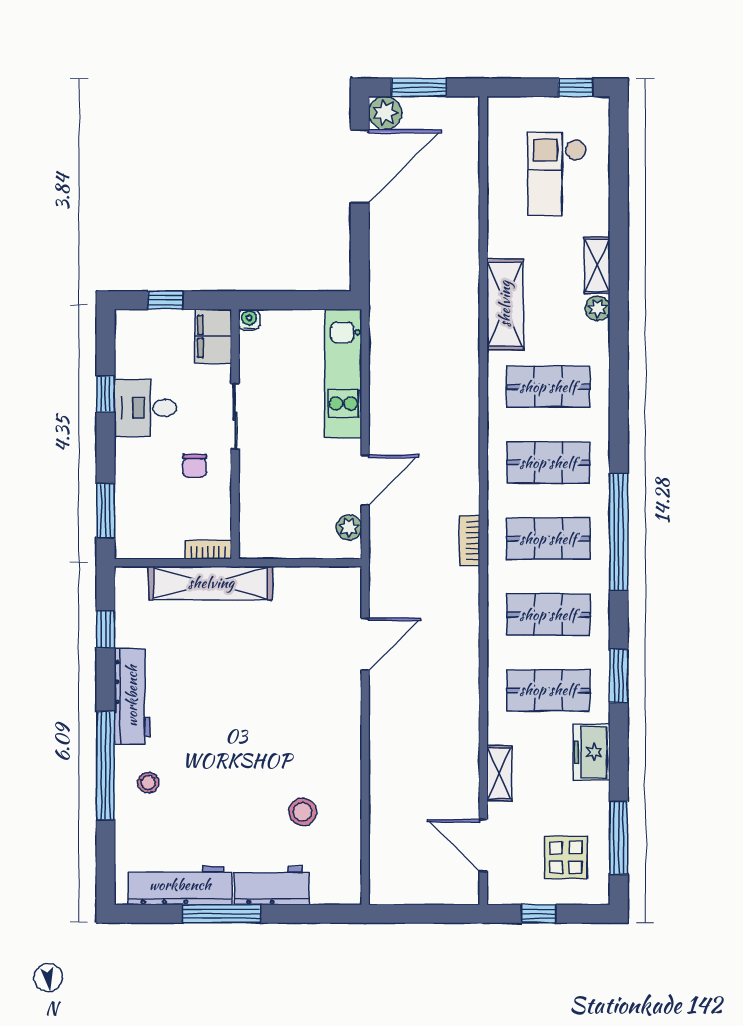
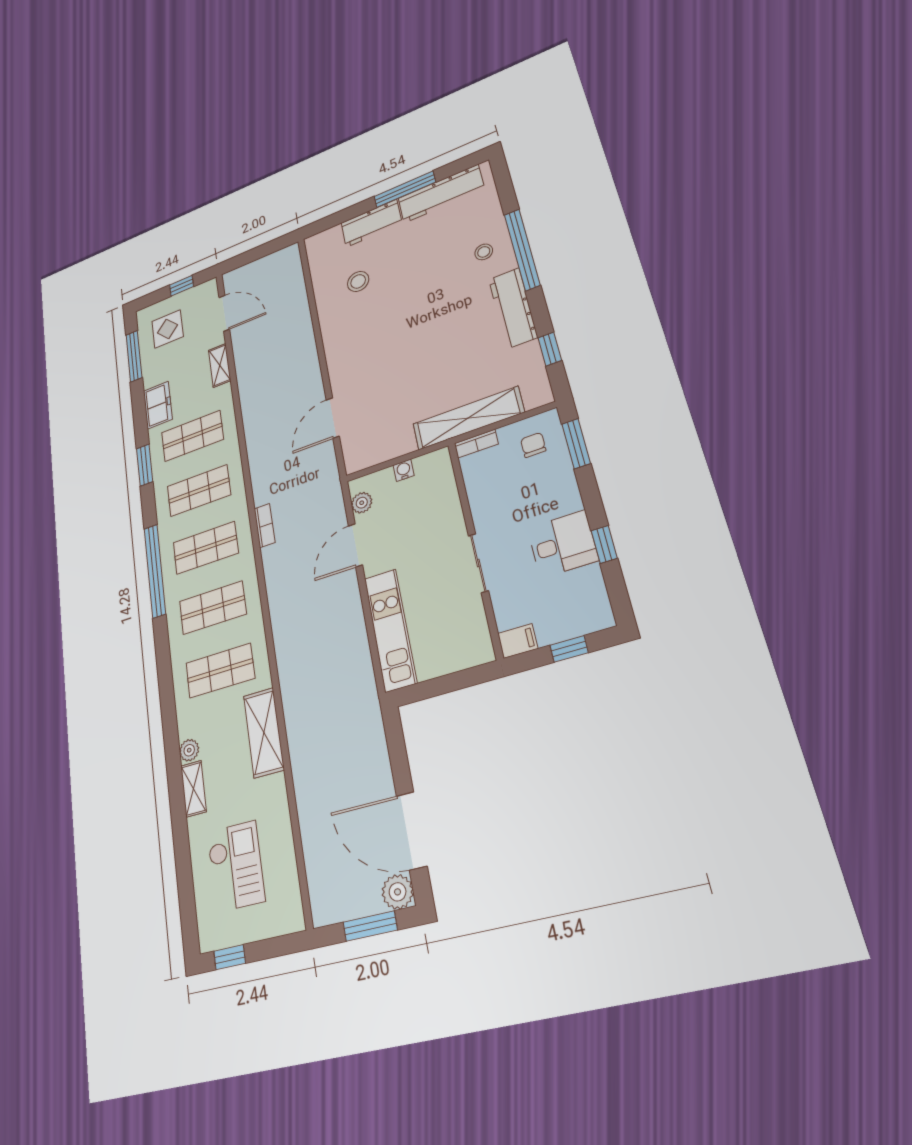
door: (360, 166) -> (412, 831), hinge flipped
water cooler: (249, 320) -> (404, 470), moved, turned 180
filing cabinet: (213, 336) -> (518, 641), width x0.50
chair: (195, 466) -> (533, 445), moved

